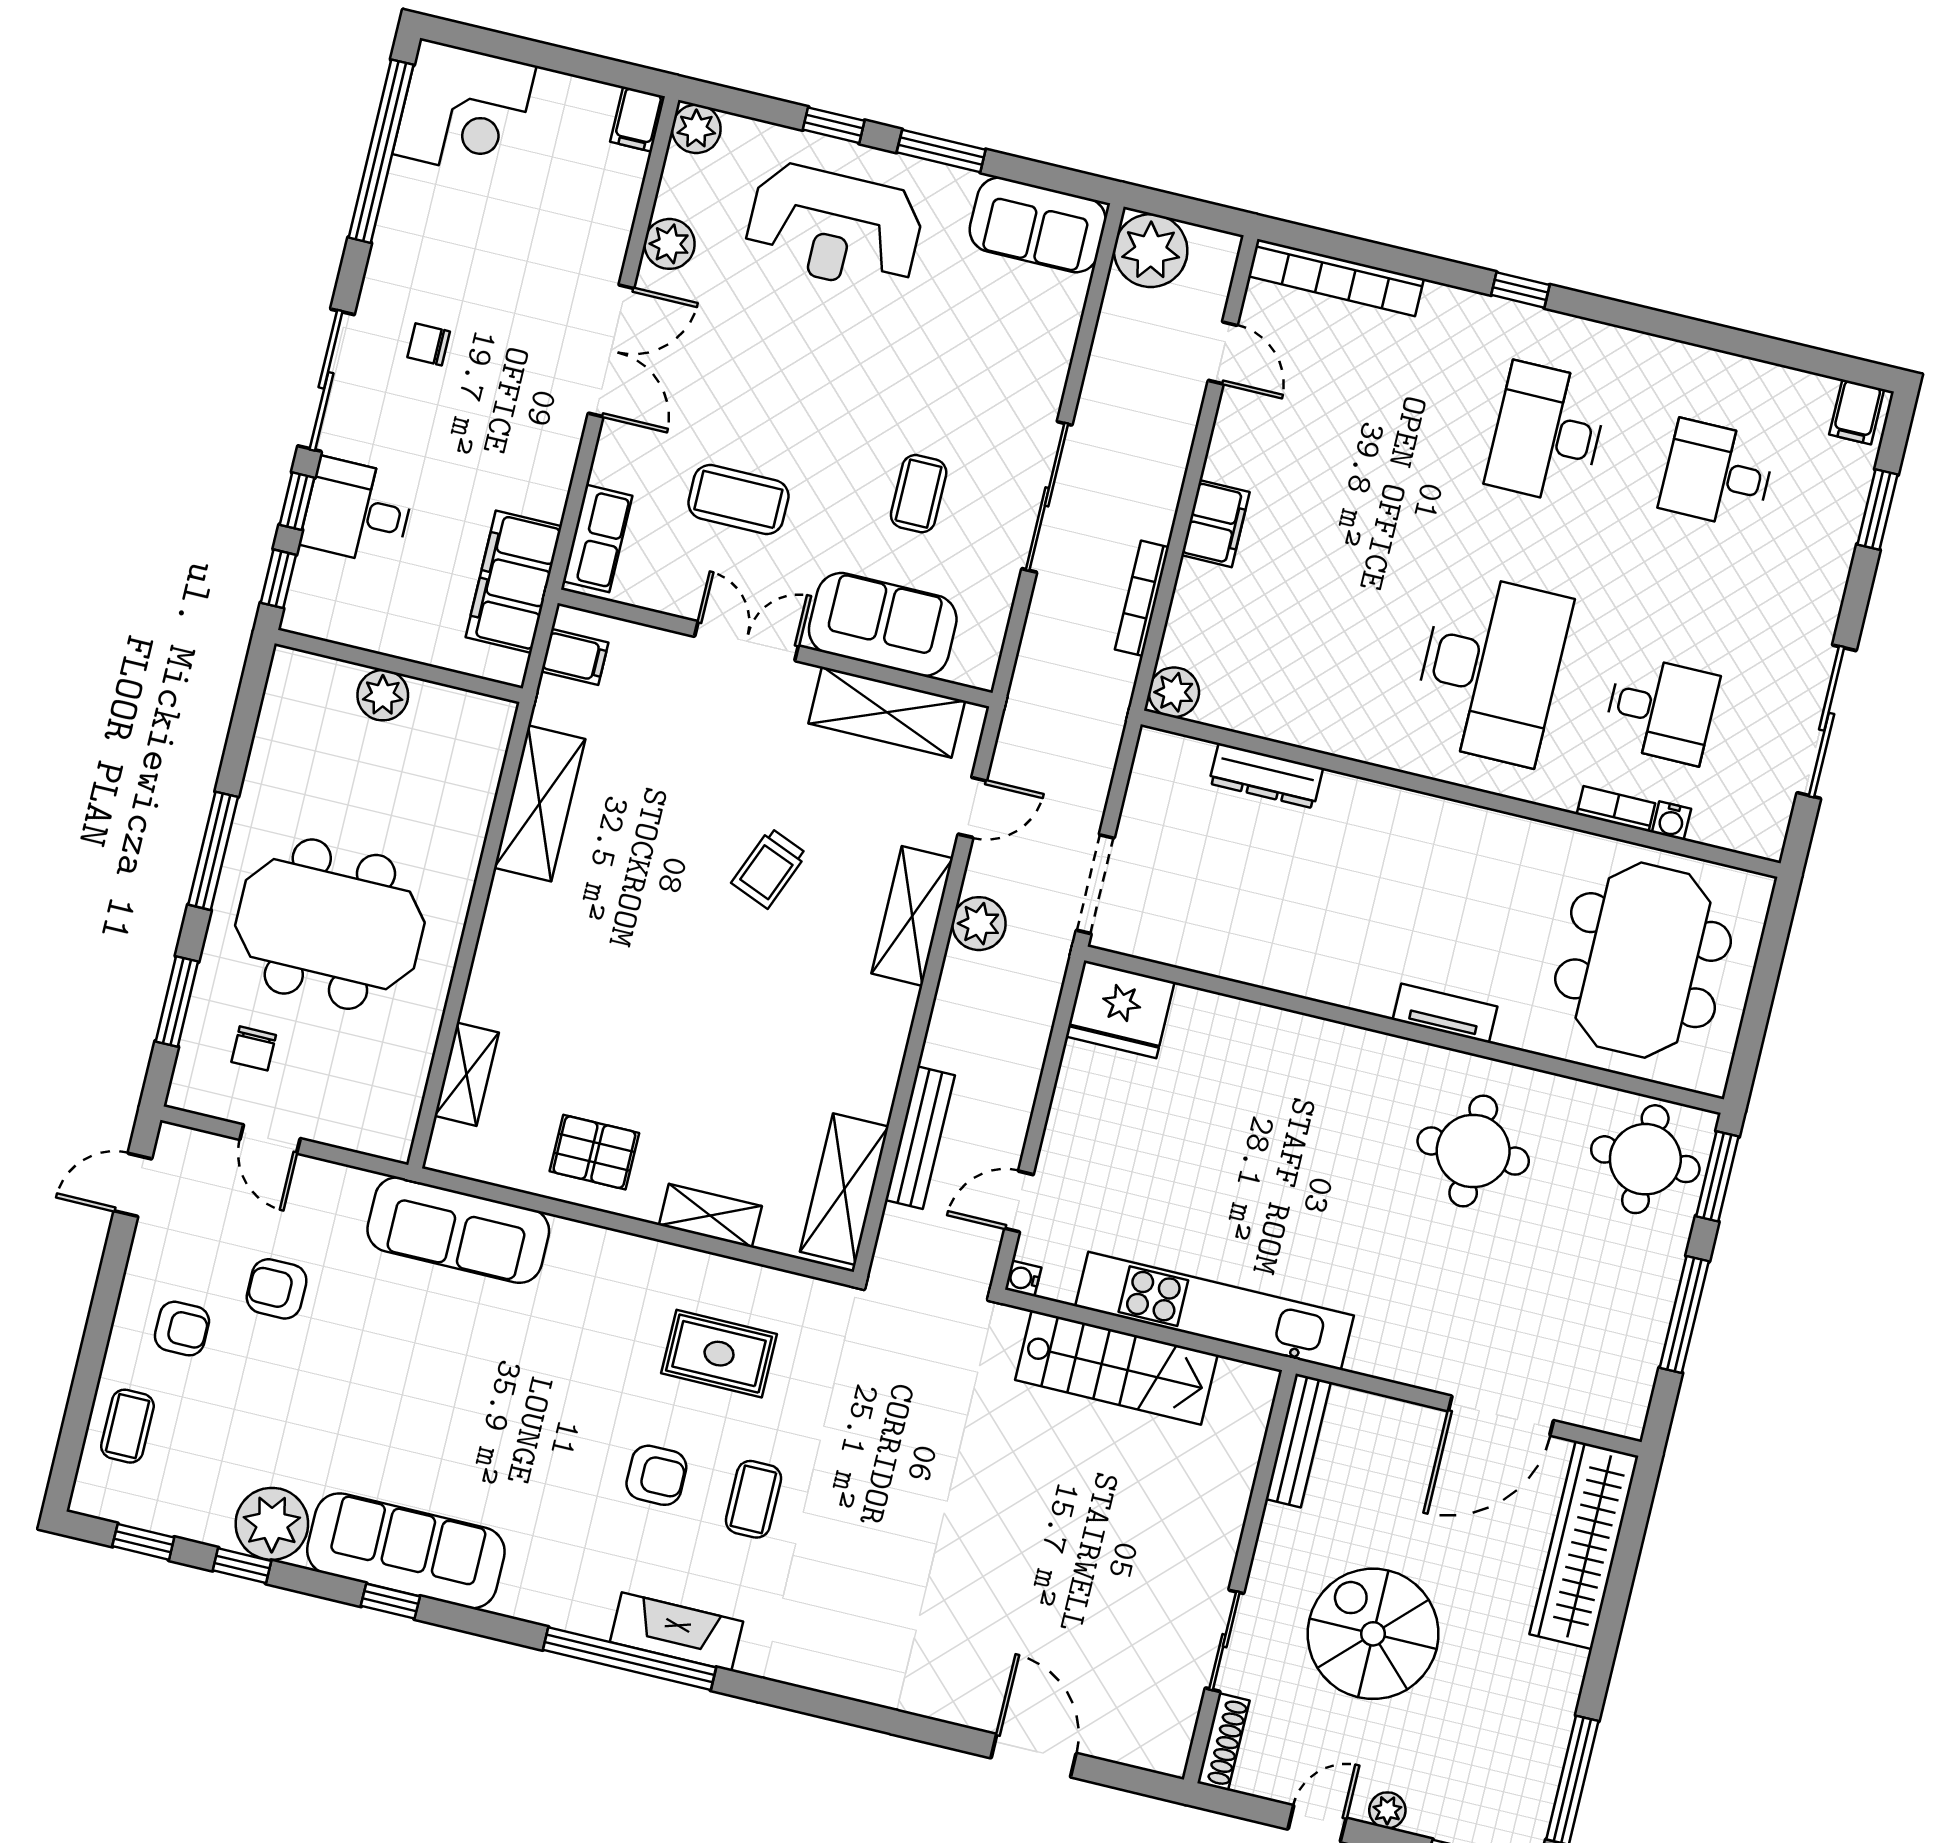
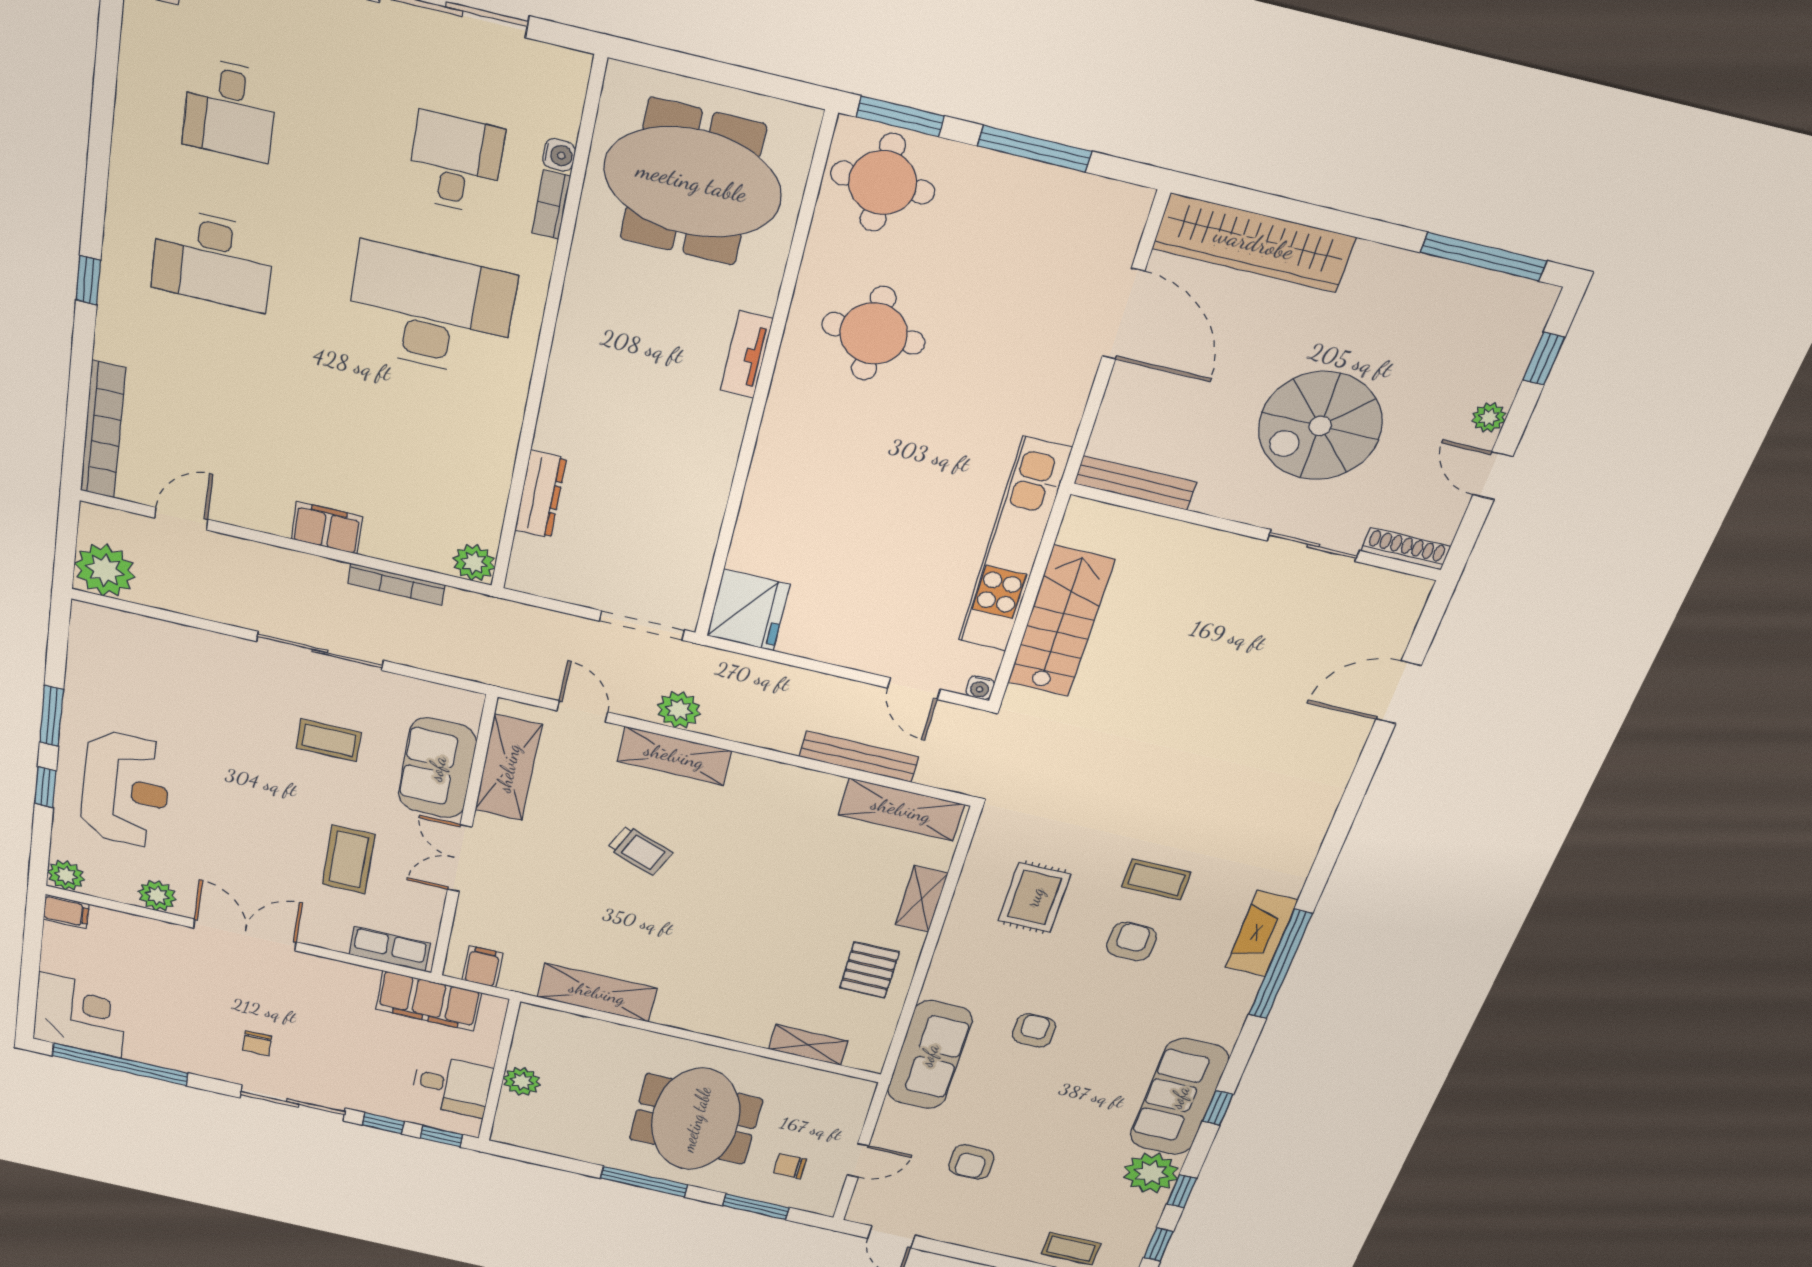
sofa: (1038, 225) -> (98, 651), removed
desk: (358, 511) -> (452, 1086), moved, turned -90
chair: (254, 1048) -> (790, 1166), turned 180
armchair: (182, 1329) -> (1034, 1031), moved

